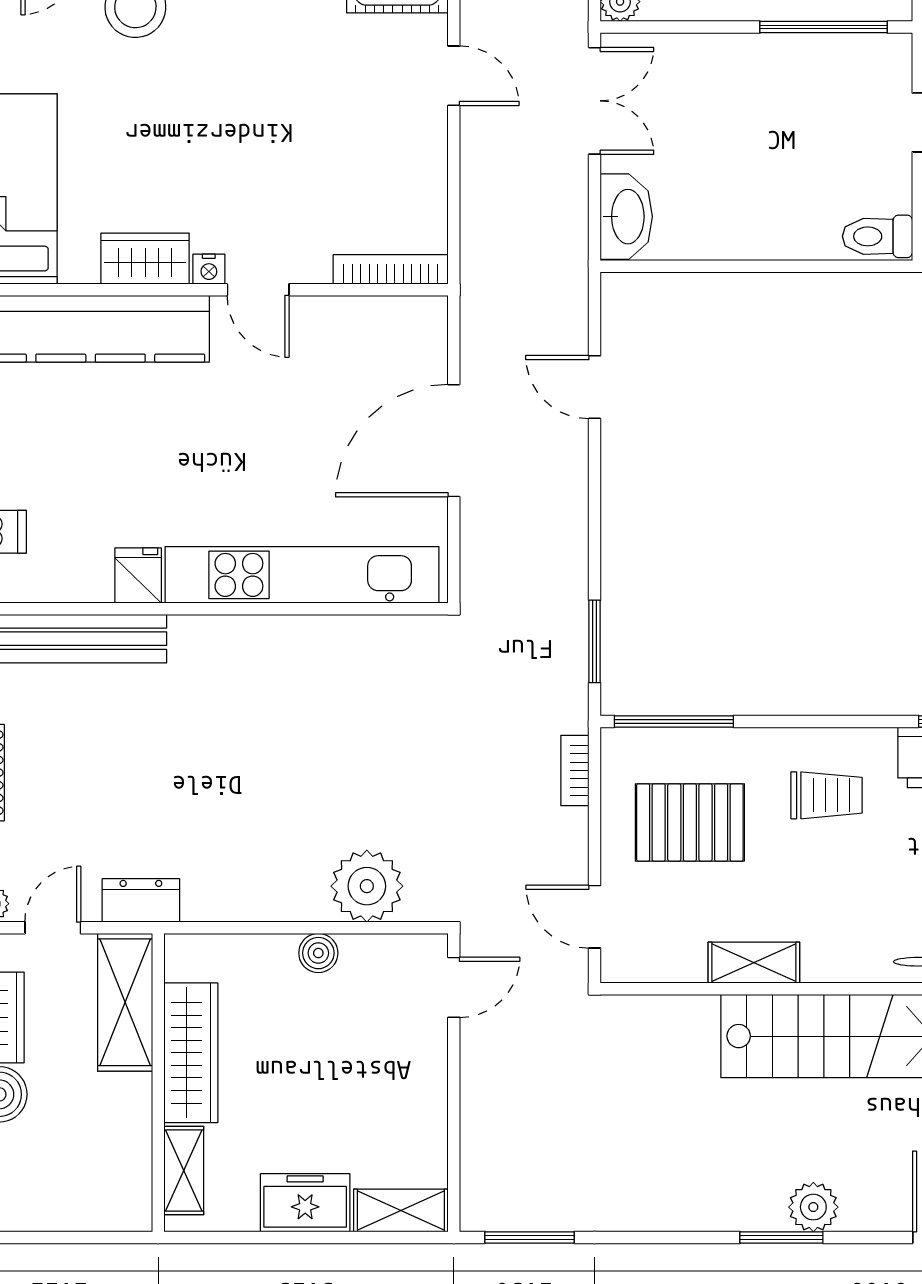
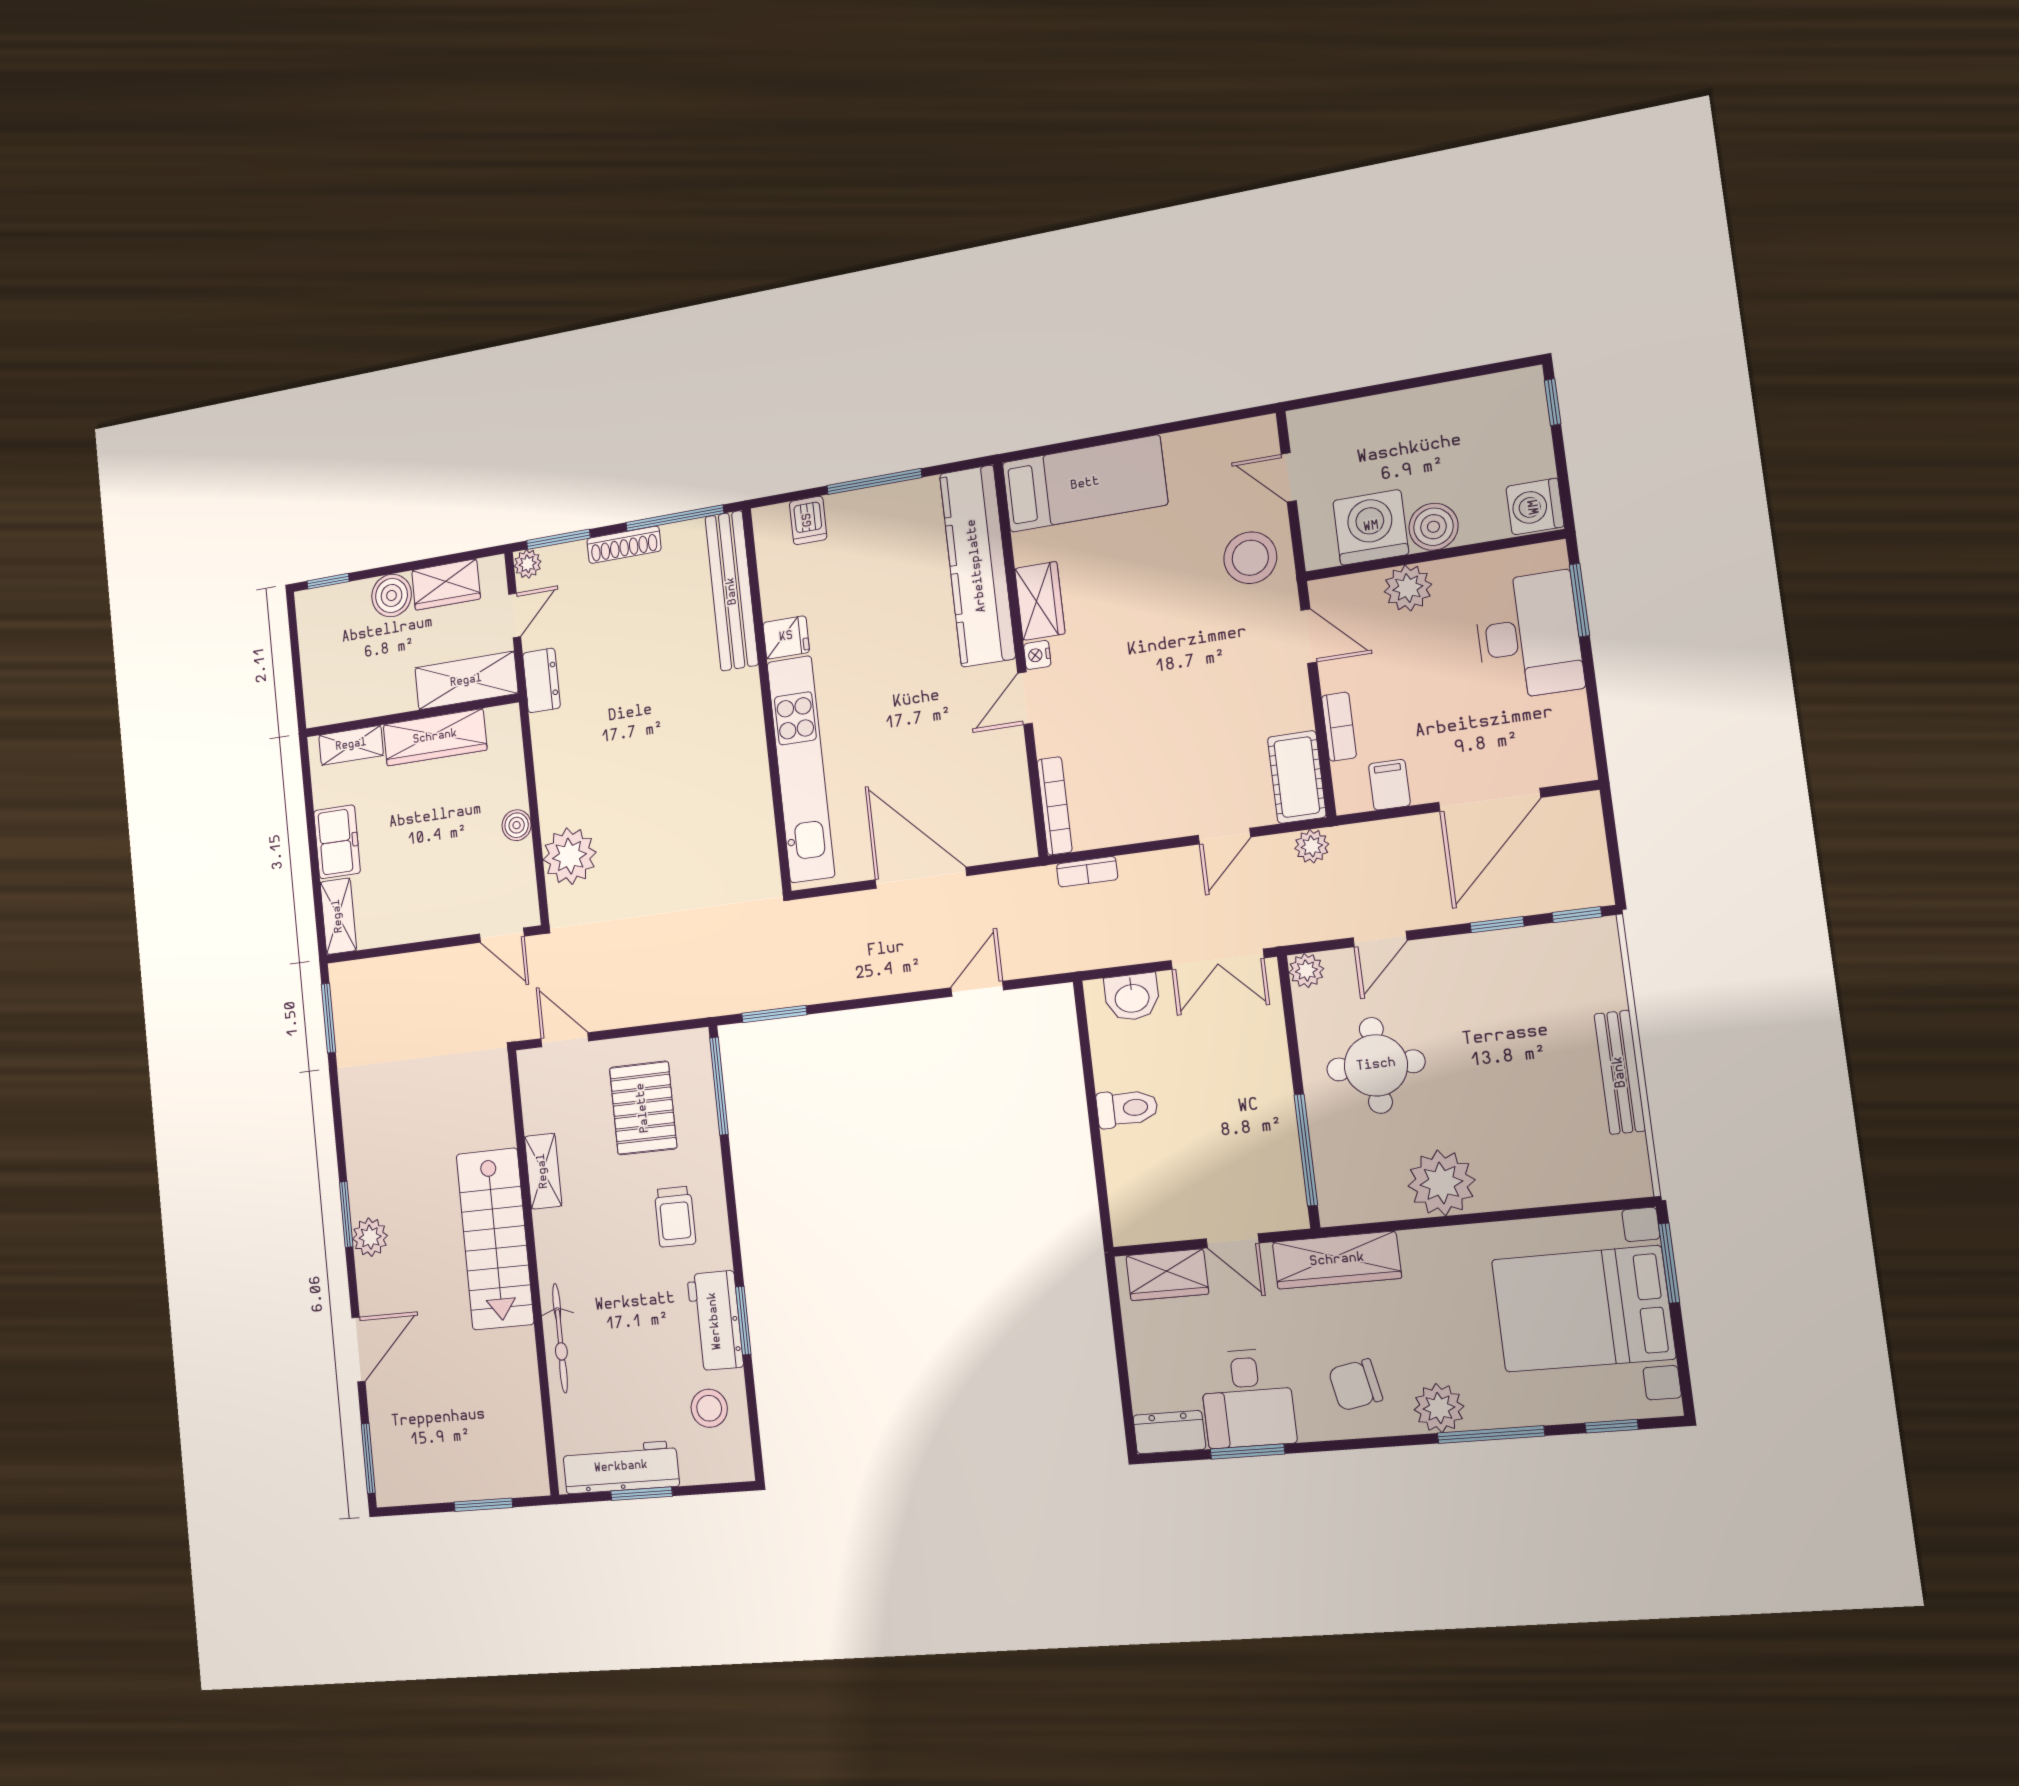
washbasin: (626, 217) -> (1132, 997), width x0.72
toilet: (877, 236) -> (1127, 1108), moved, turned 90
bookcase: (575, 771) -> (1087, 872), moved, turned 180
door: (595, 917) -> (565, 1040), hinge flipped
door: (53, 928) -> (515, 615), hinge flipped

